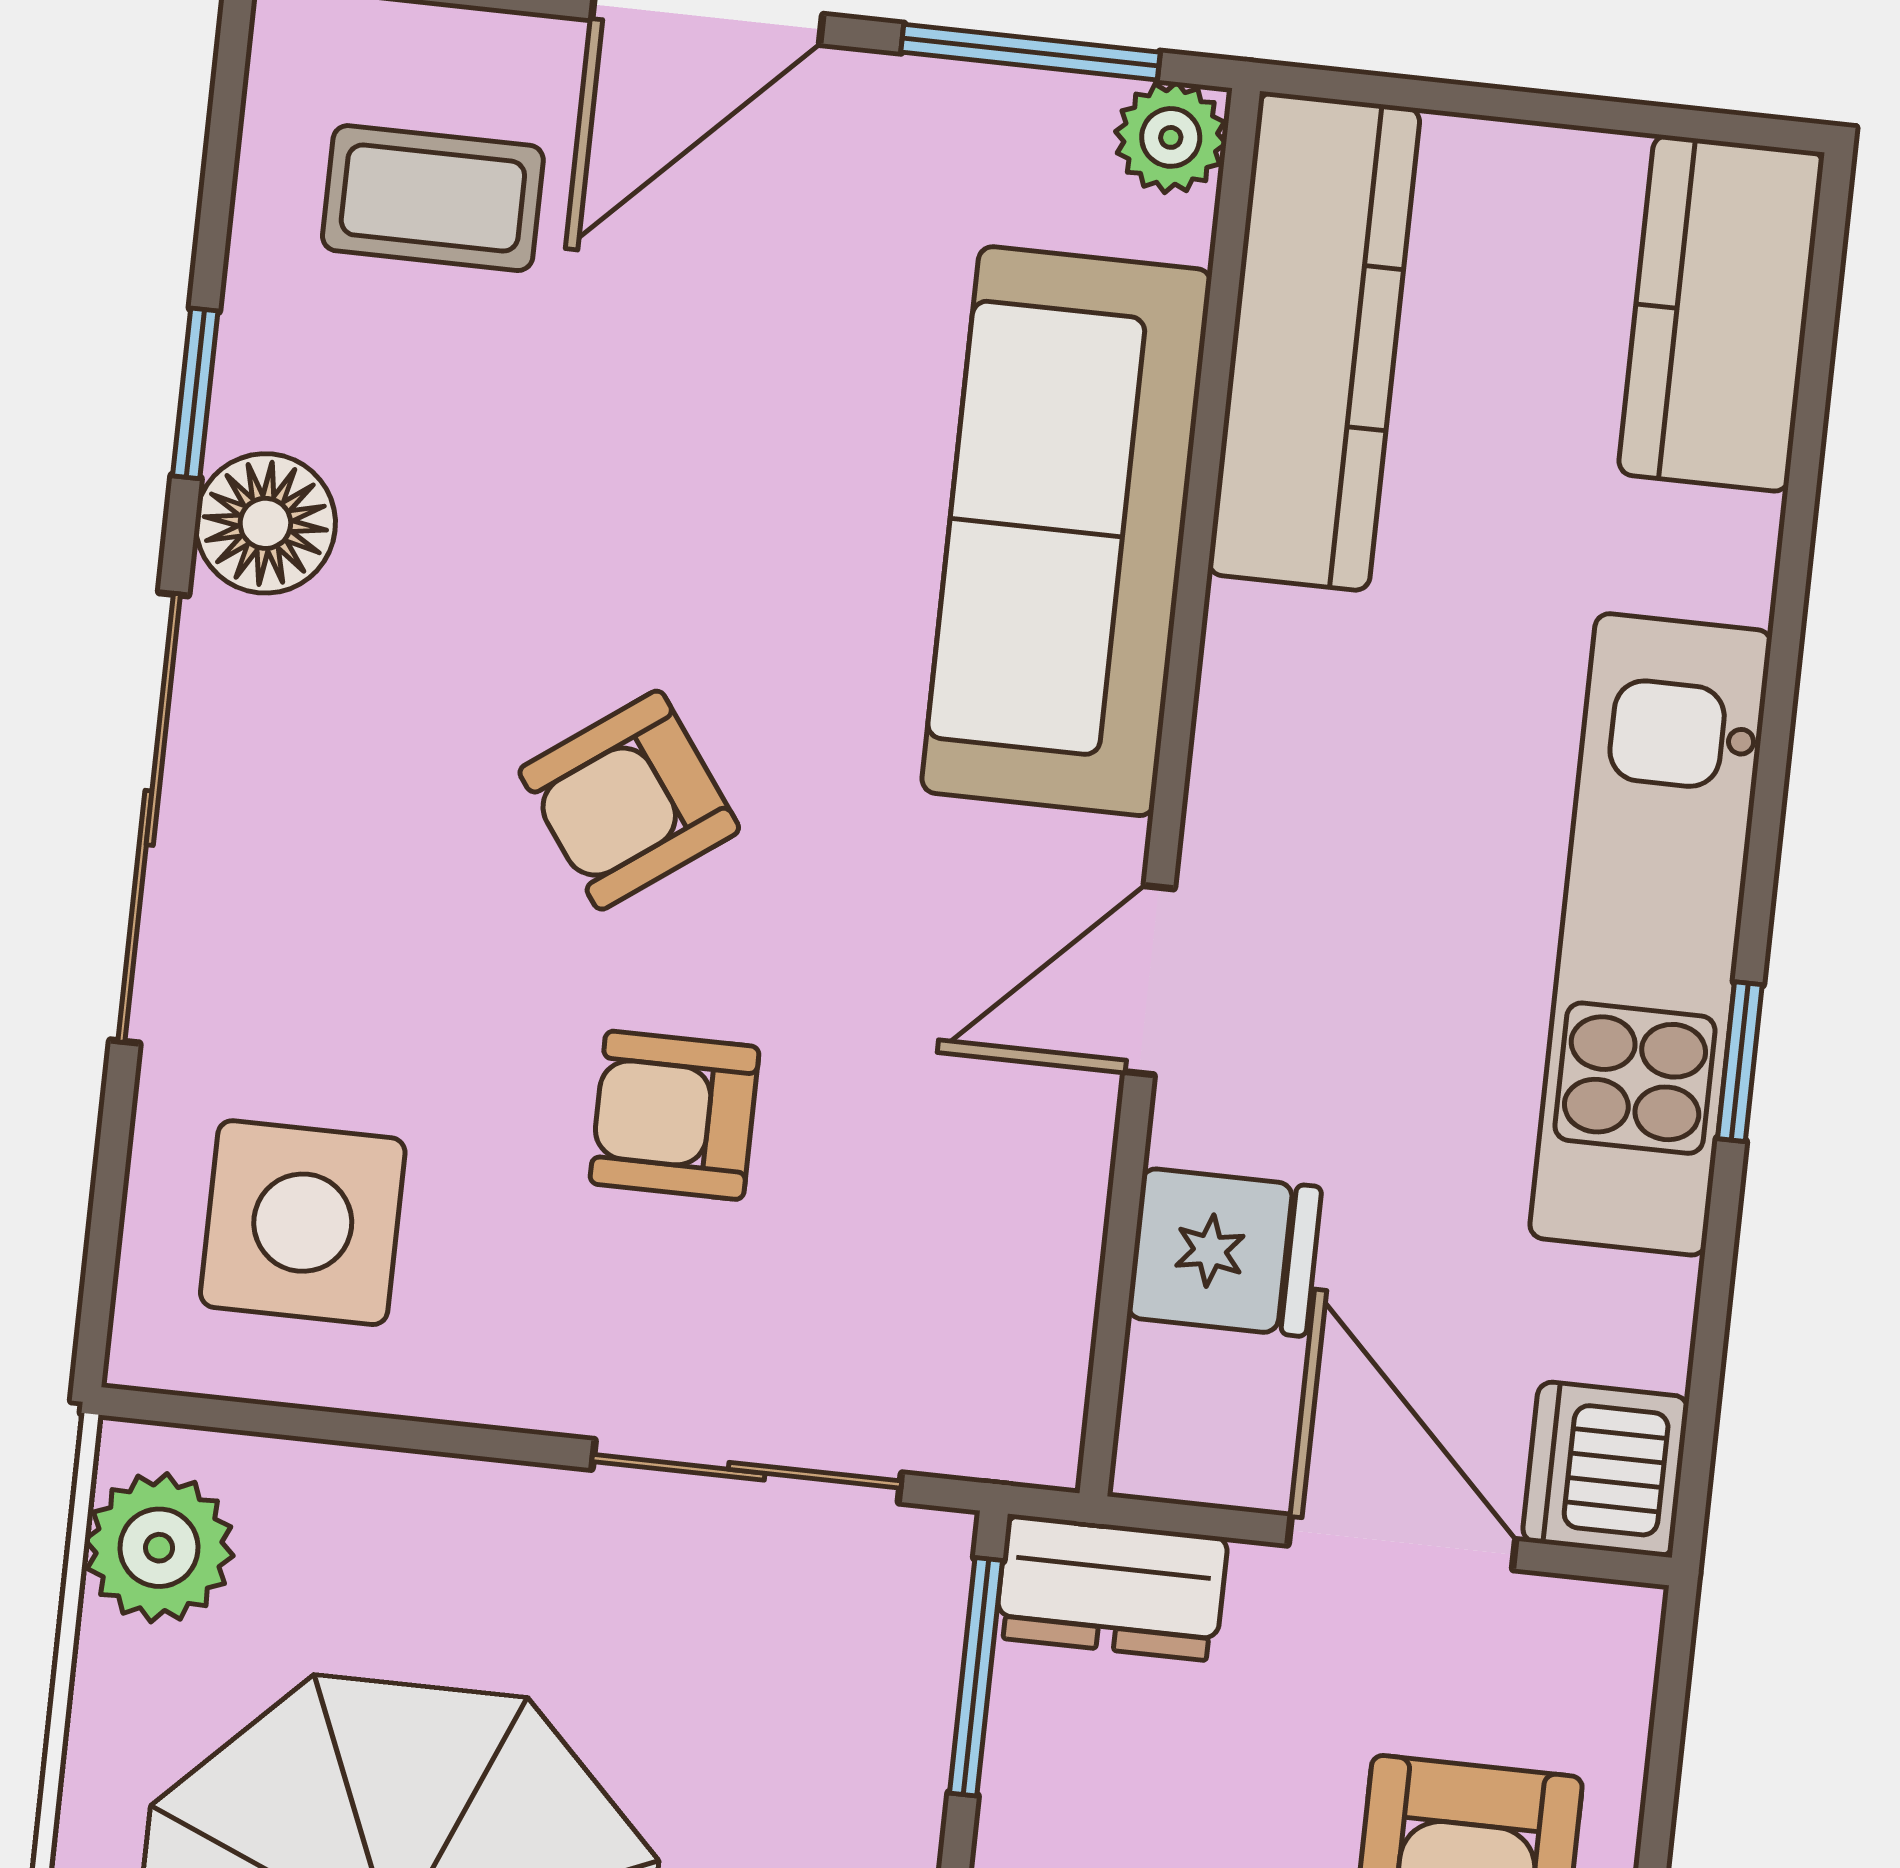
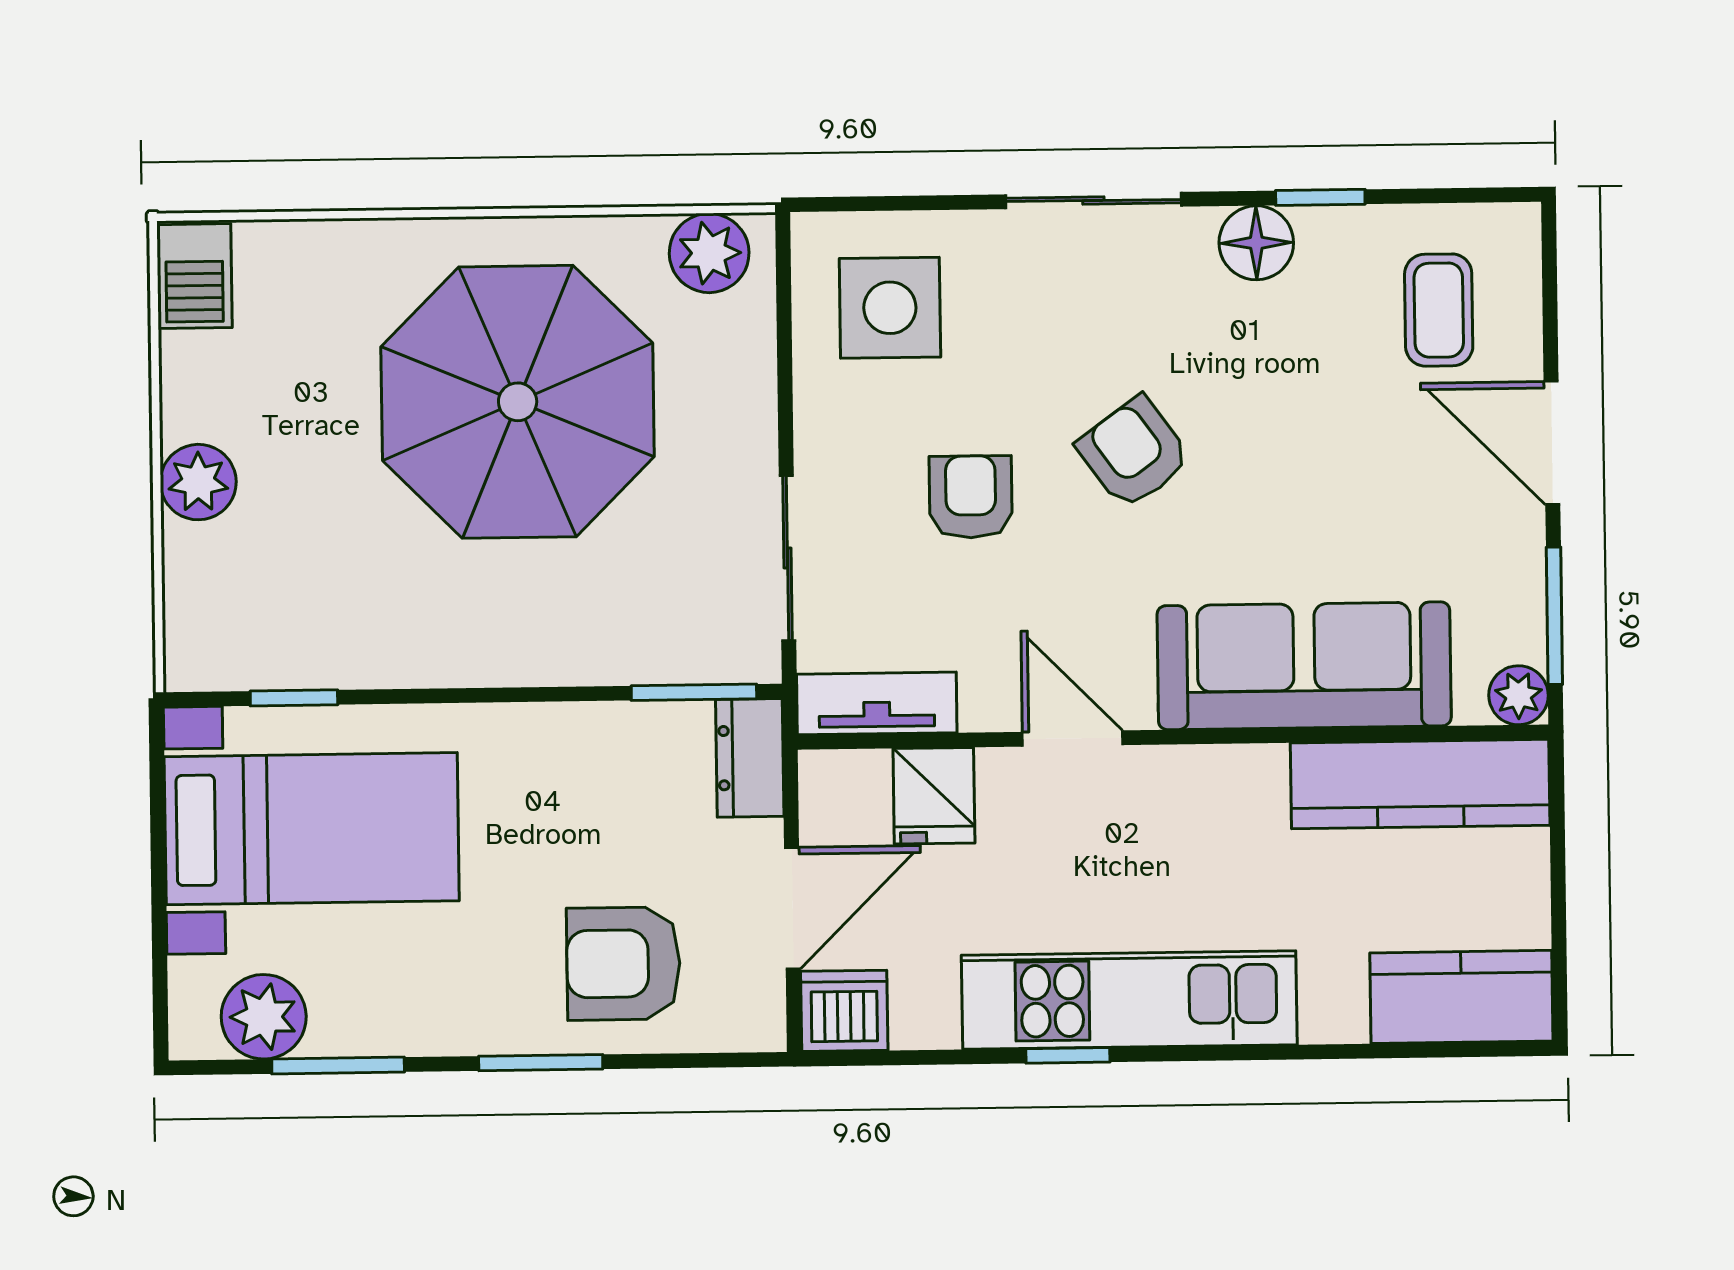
sliding door: (149, 818) -> (1093, 201), width x0.73
tv unit: (1039, 1338) -> (877, 703), added

